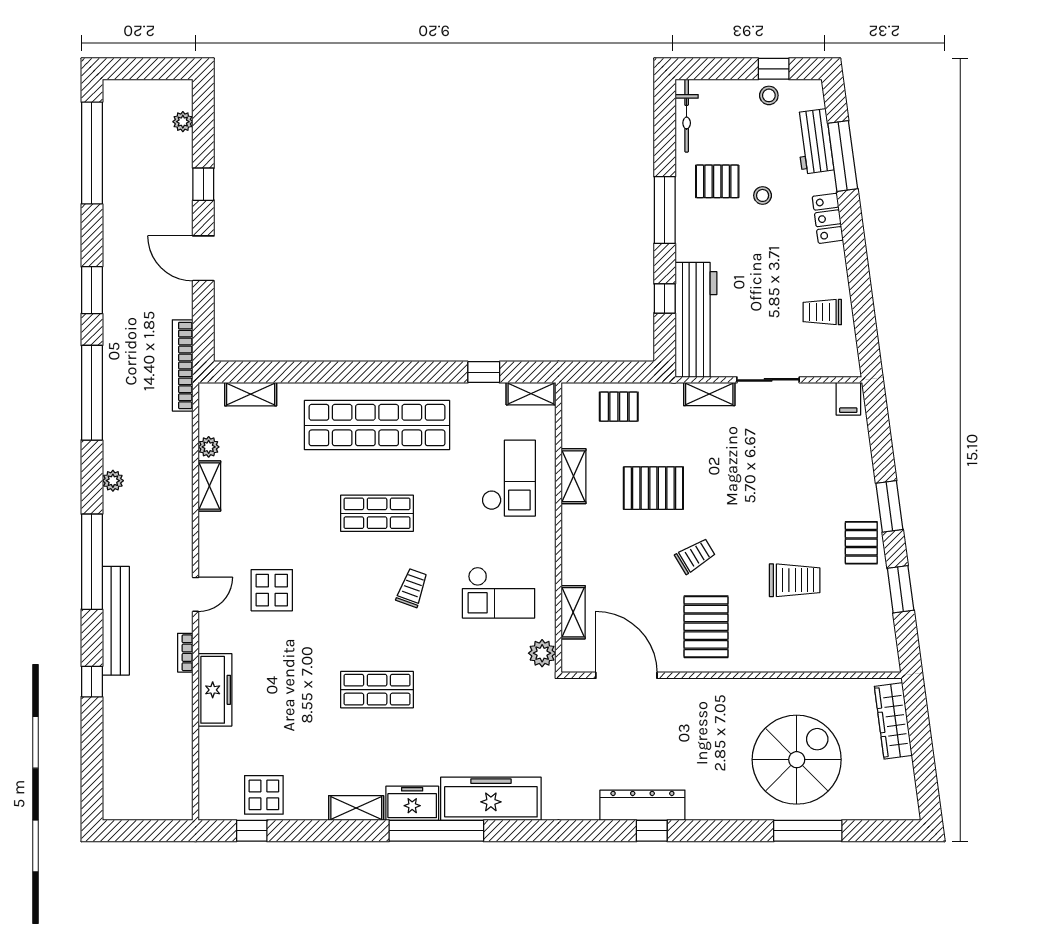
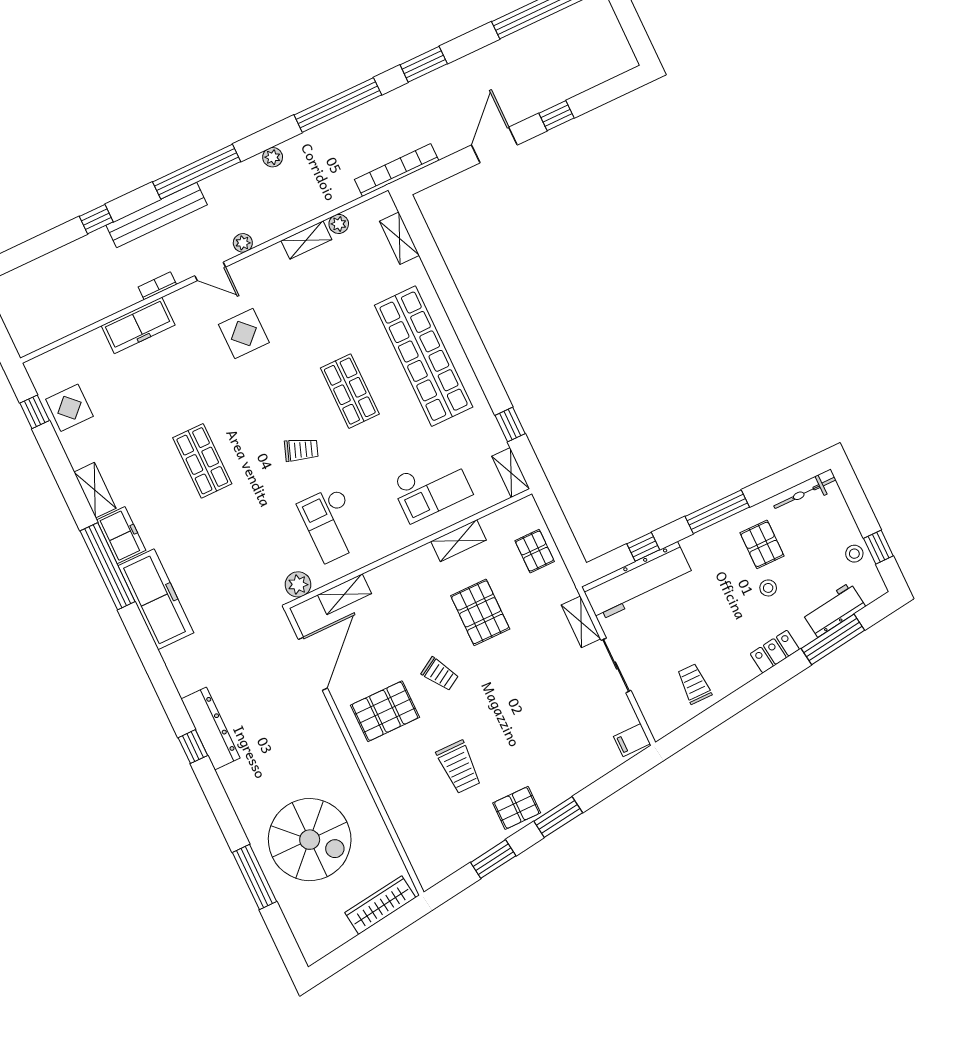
plant: (183, 122) -> (243, 243), moved

